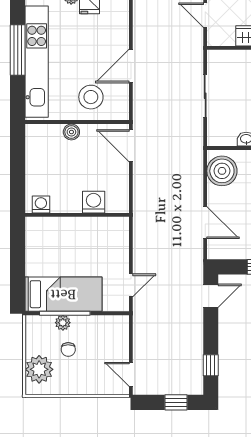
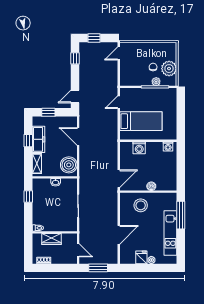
window: (18, 50) -> (181, 215), moved
kitchen unit: (37, 62) -> (170, 233), width x0.73
door: (131, 66) -> (119, 235), moved
door: (131, 146) -> (119, 179), hinge flipped
bed: (63, 294) -> (141, 121), moved, turned 180
plant: (39, 369) -> (169, 69), moved
door: (131, 374) -> (119, 53), swing flipped

